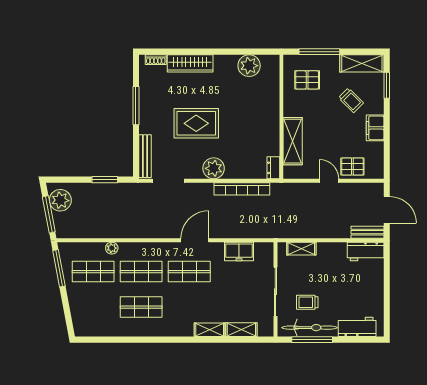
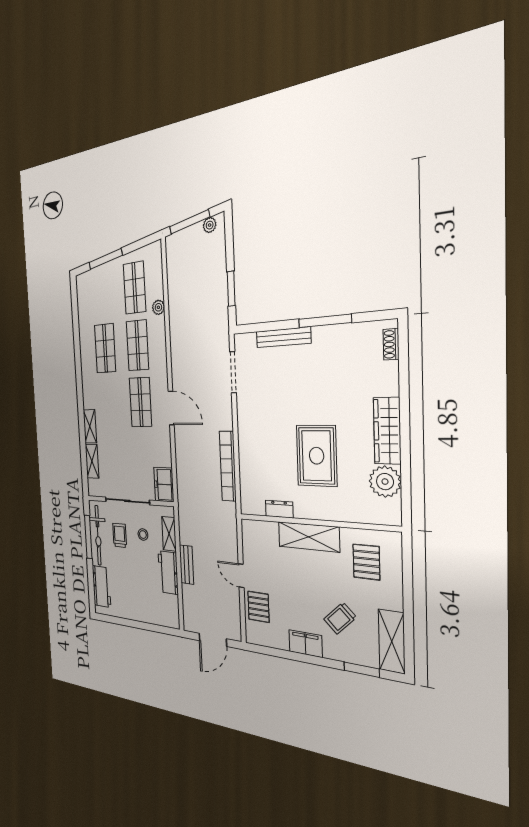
window: (319, 52) -> (408, 584), removed
wardrobe: (190, 63) -> (387, 431), moved
rug: (196, 123) -> (317, 456), moved
shelving: (293, 141) -> (309, 537), moved
bench: (145, 156) -> (283, 337), moved
plant: (214, 168) -> (250, 430), removed
dresser: (273, 168) -> (279, 509), moved
door: (329, 181) -> (241, 576), swing flipped
plant: (60, 200) -> (210, 225), width x0.53, depth x0.53
bench: (367, 232) -> (187, 565), moved
freezer: (239, 251) -> (164, 485), moved
workbench: (366, 251) -> (168, 573), moved
window: (59, 268) -> (106, 259), moved
stool: (304, 276) -> (143, 535), added

